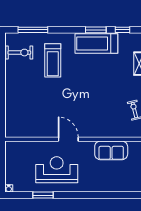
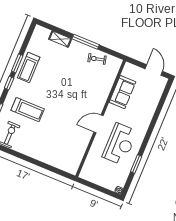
window: (123, 30) -> (9, 83), moved
treadmill: (96, 43) -> (29, 68), width x0.73, depth x0.73
reception desk: (57, 170) -> (120, 144), turned 180

